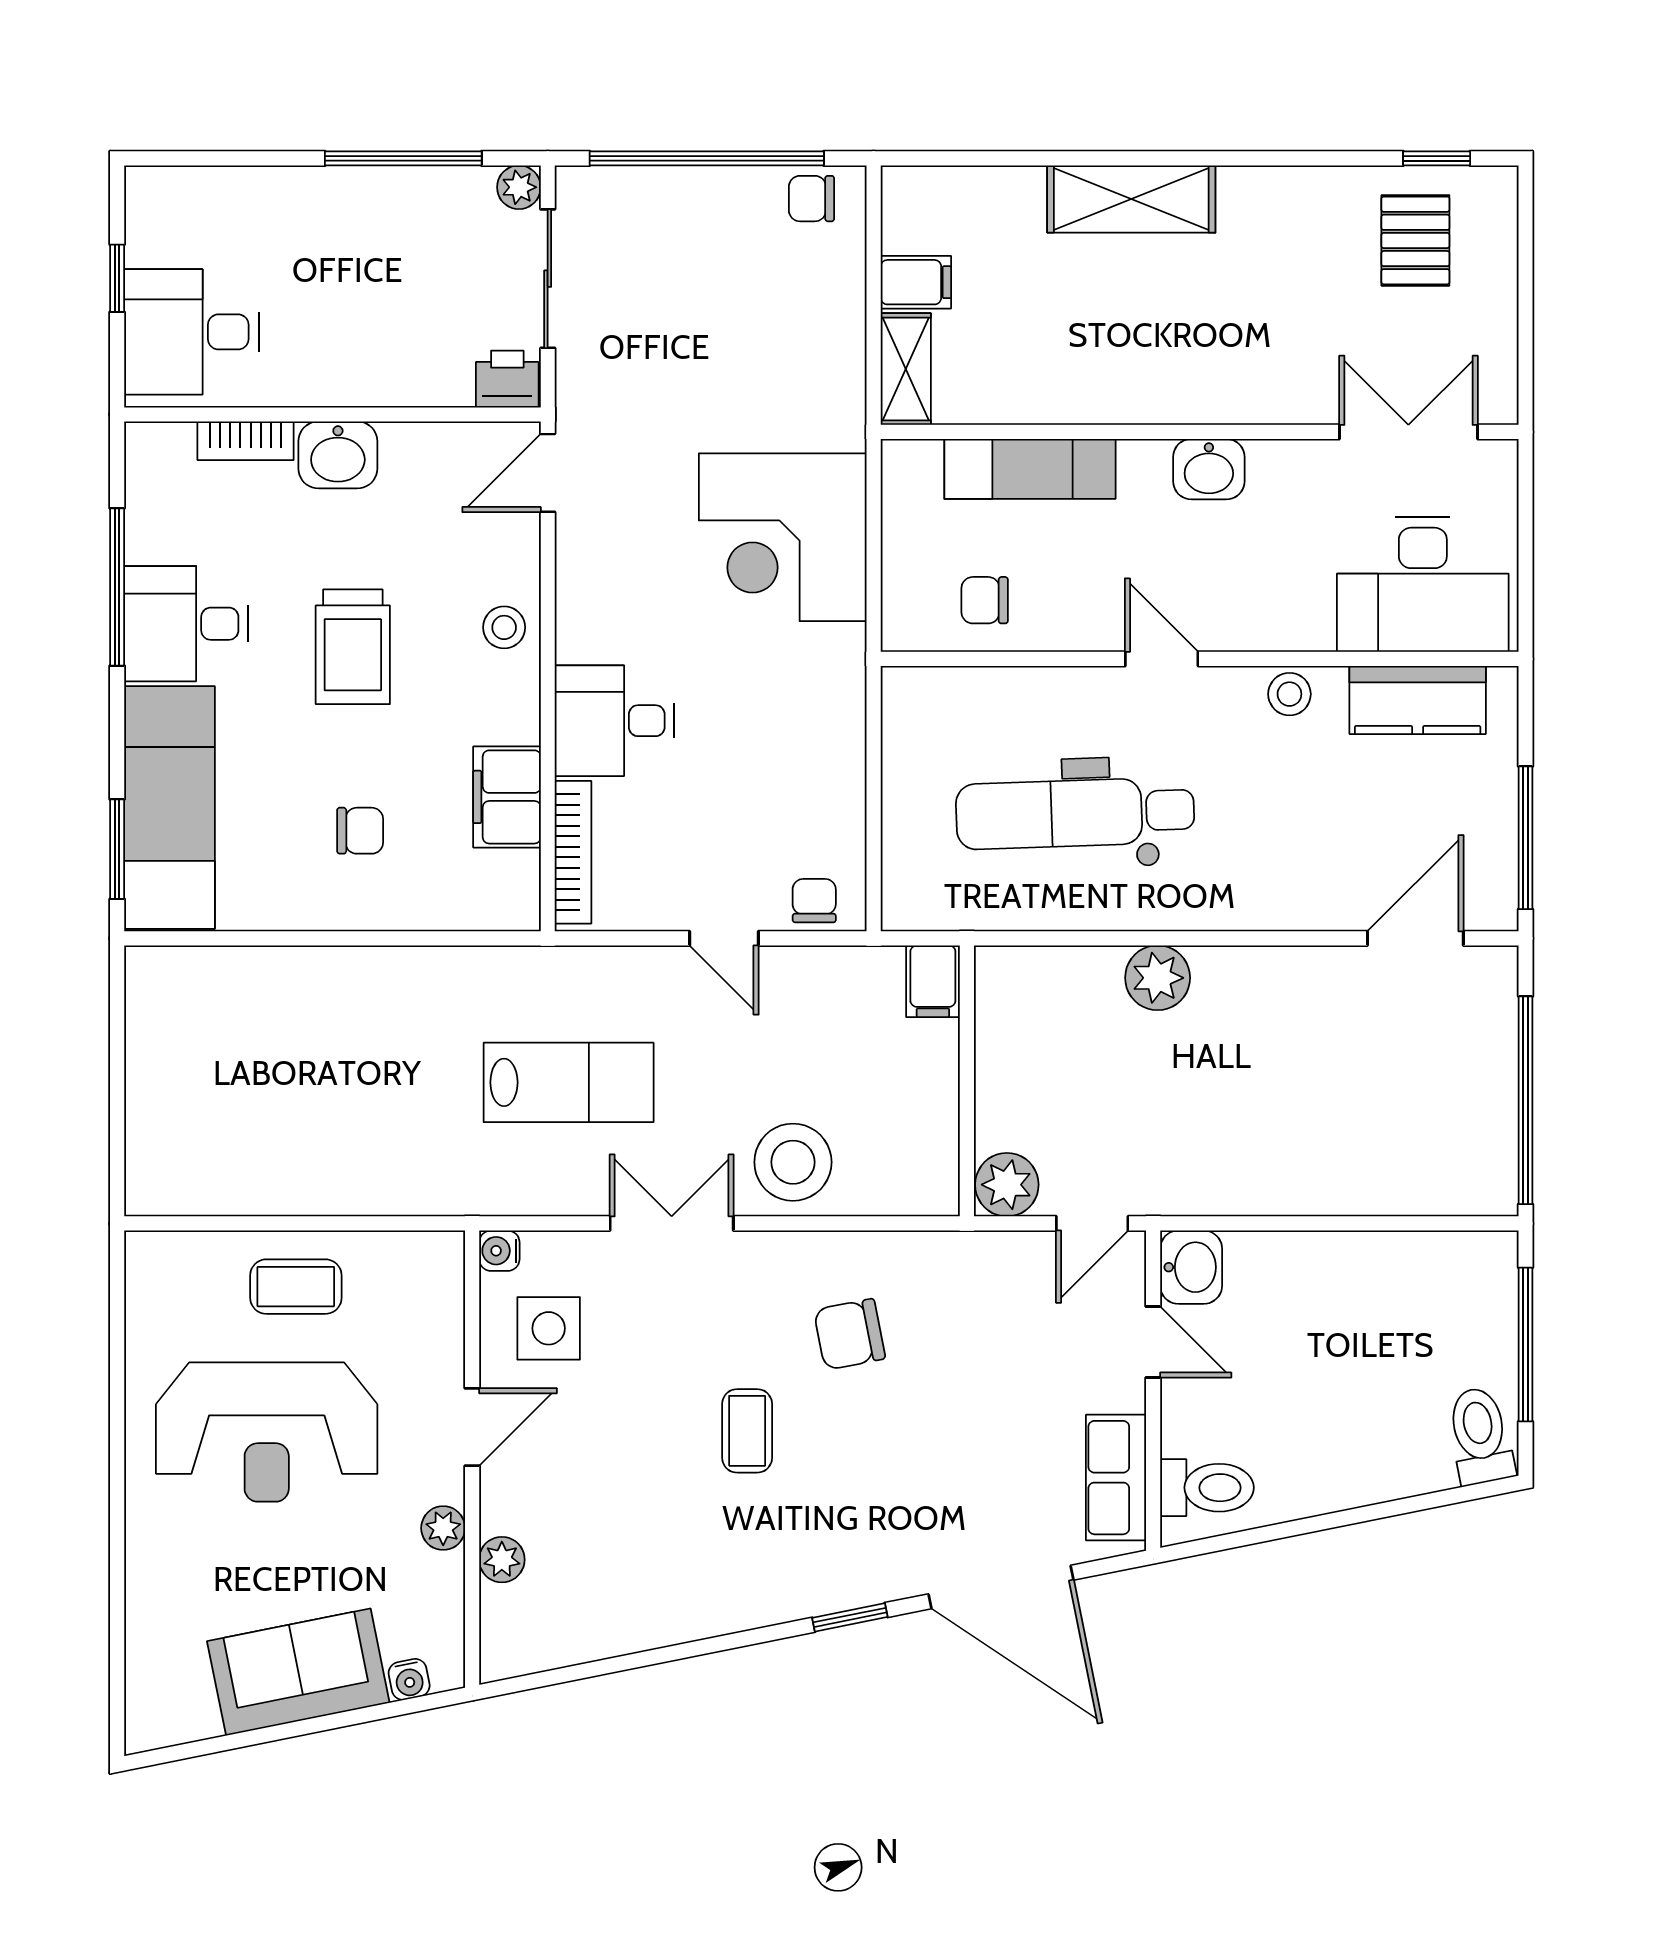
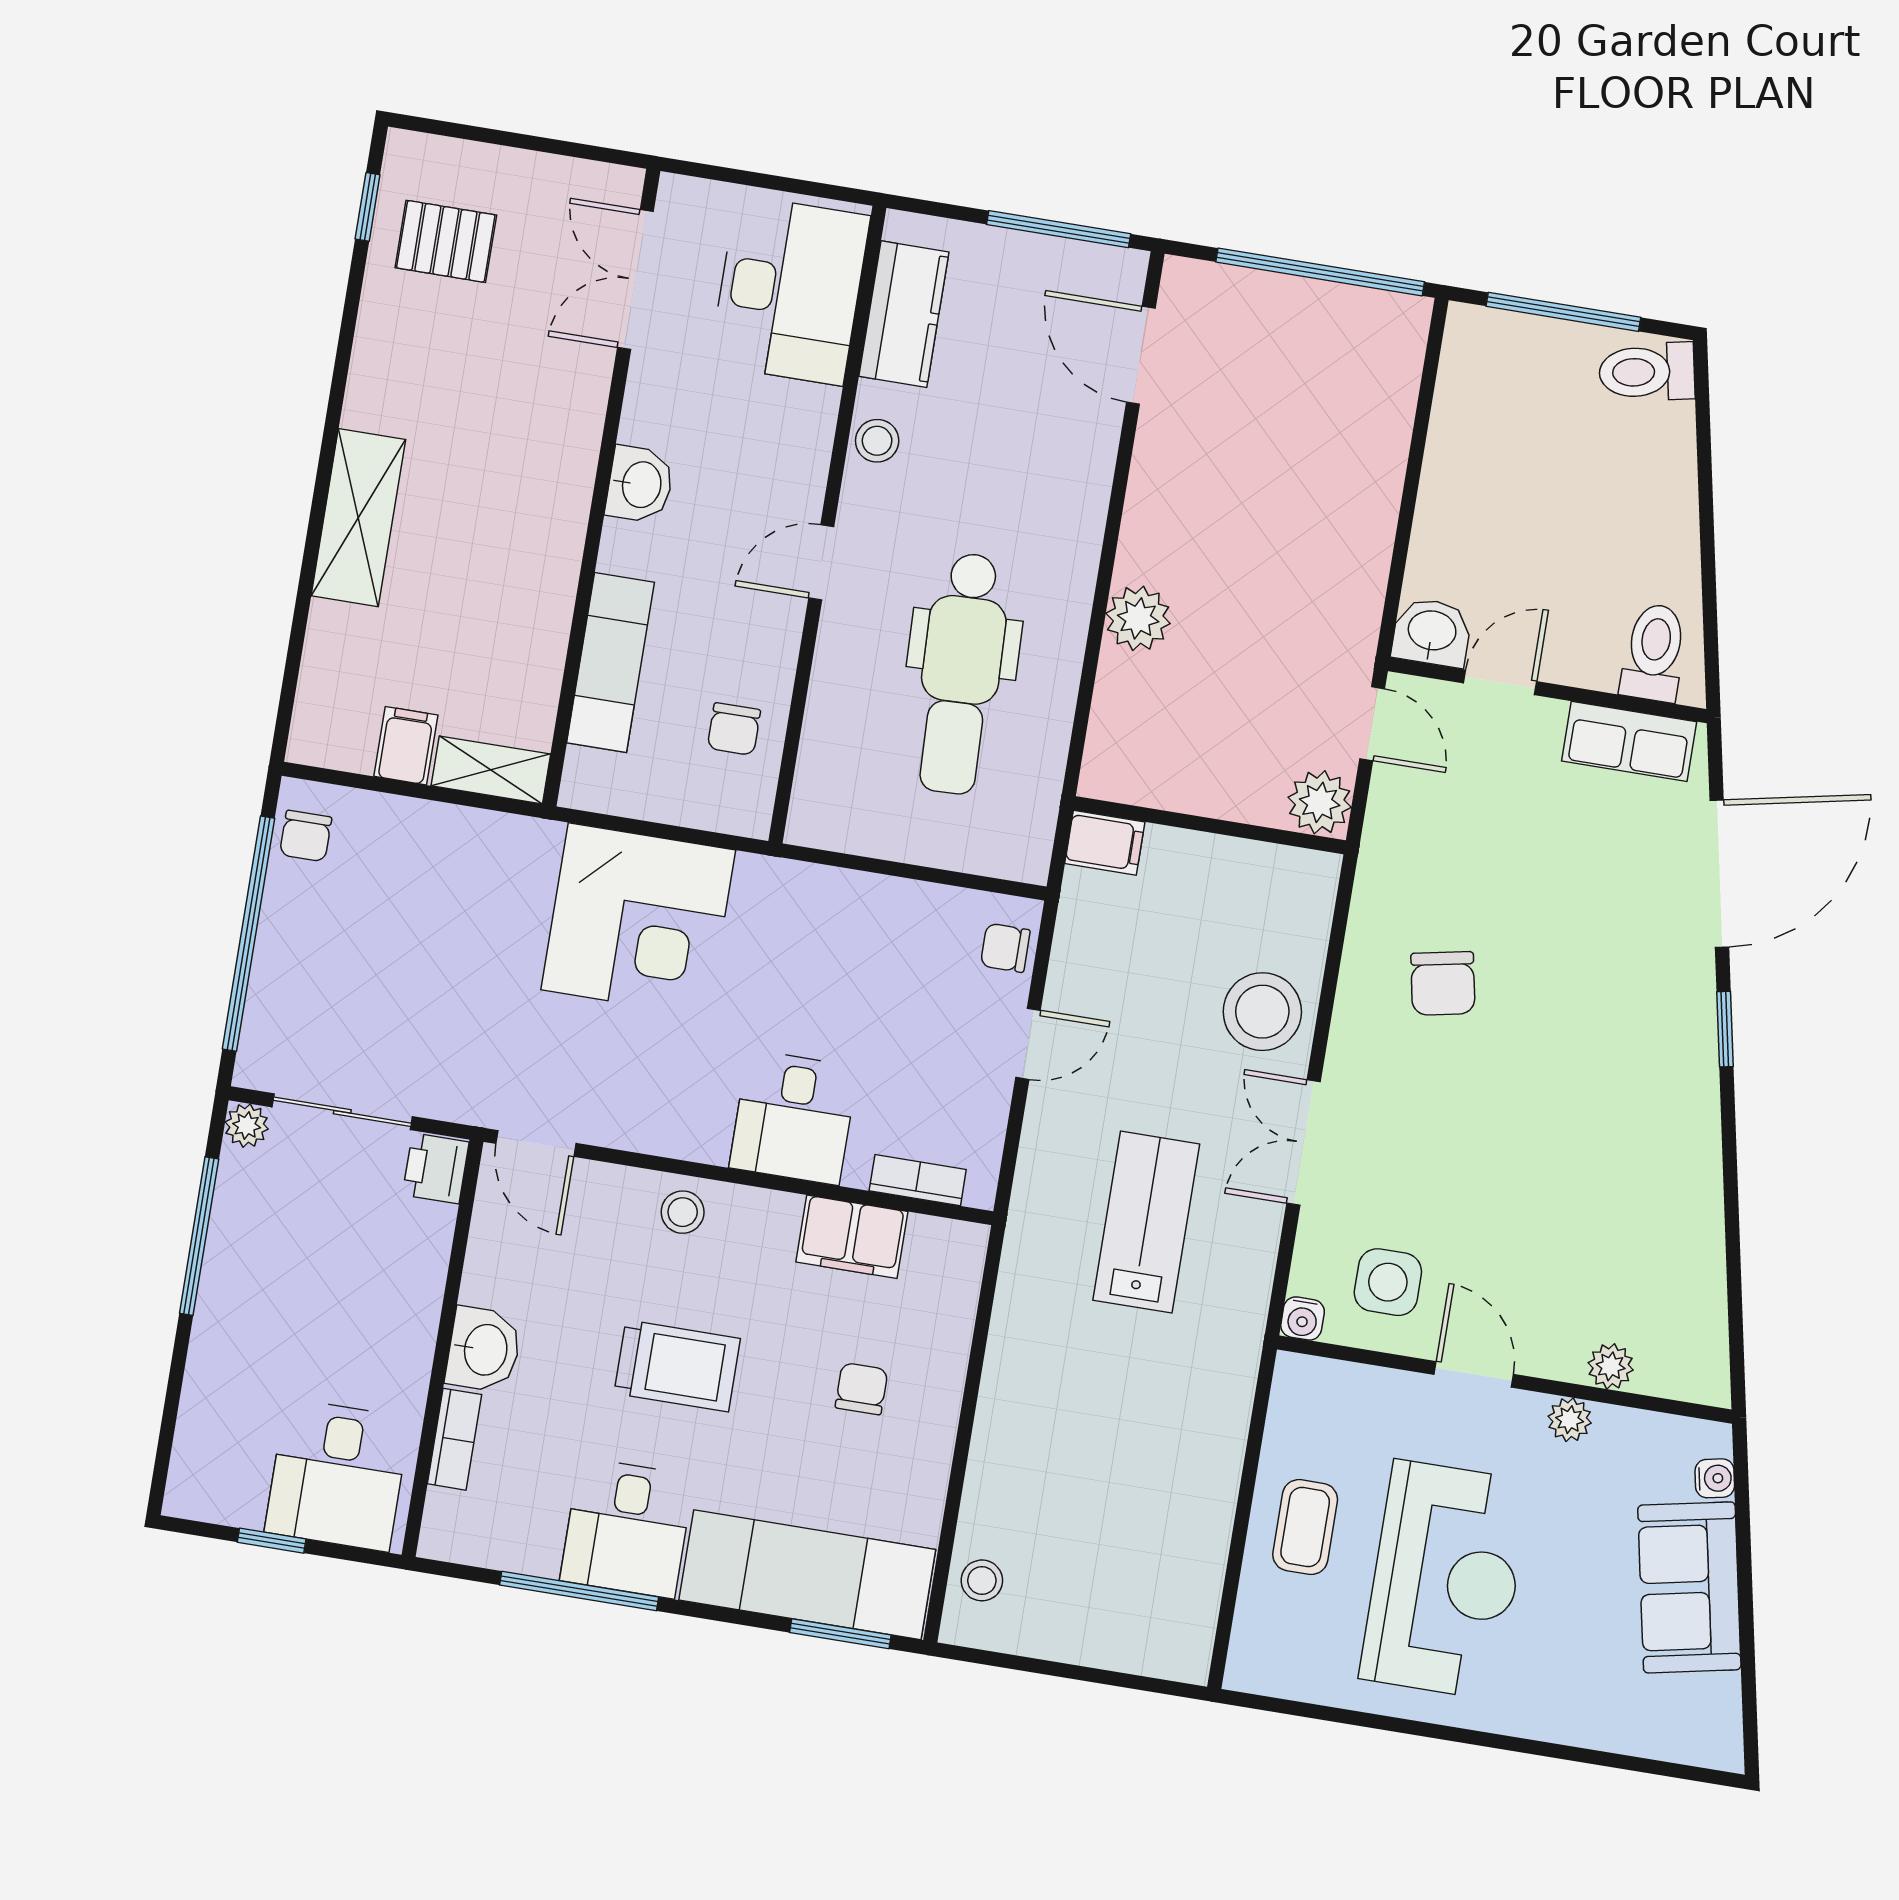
bookcase: (573, 852) -> (918, 1180), width x0.64
stool: (192, 979) -> (982, 1580), added
coffee table: (747, 1431) -> (1522, 1101), removed

